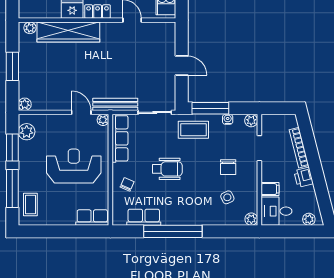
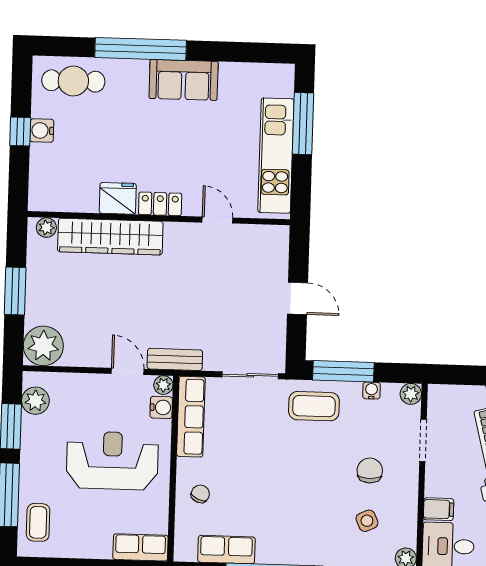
plant: (25, 104) -> (43, 346), width x1.87, depth x1.87
bench: (115, 104) -> (175, 359), width x0.73
water cooler: (102, 133) -> (161, 407), added
chair: (228, 167) -> (370, 471), turned 180
wheelchair: (167, 169) -> (268, 470), removed

